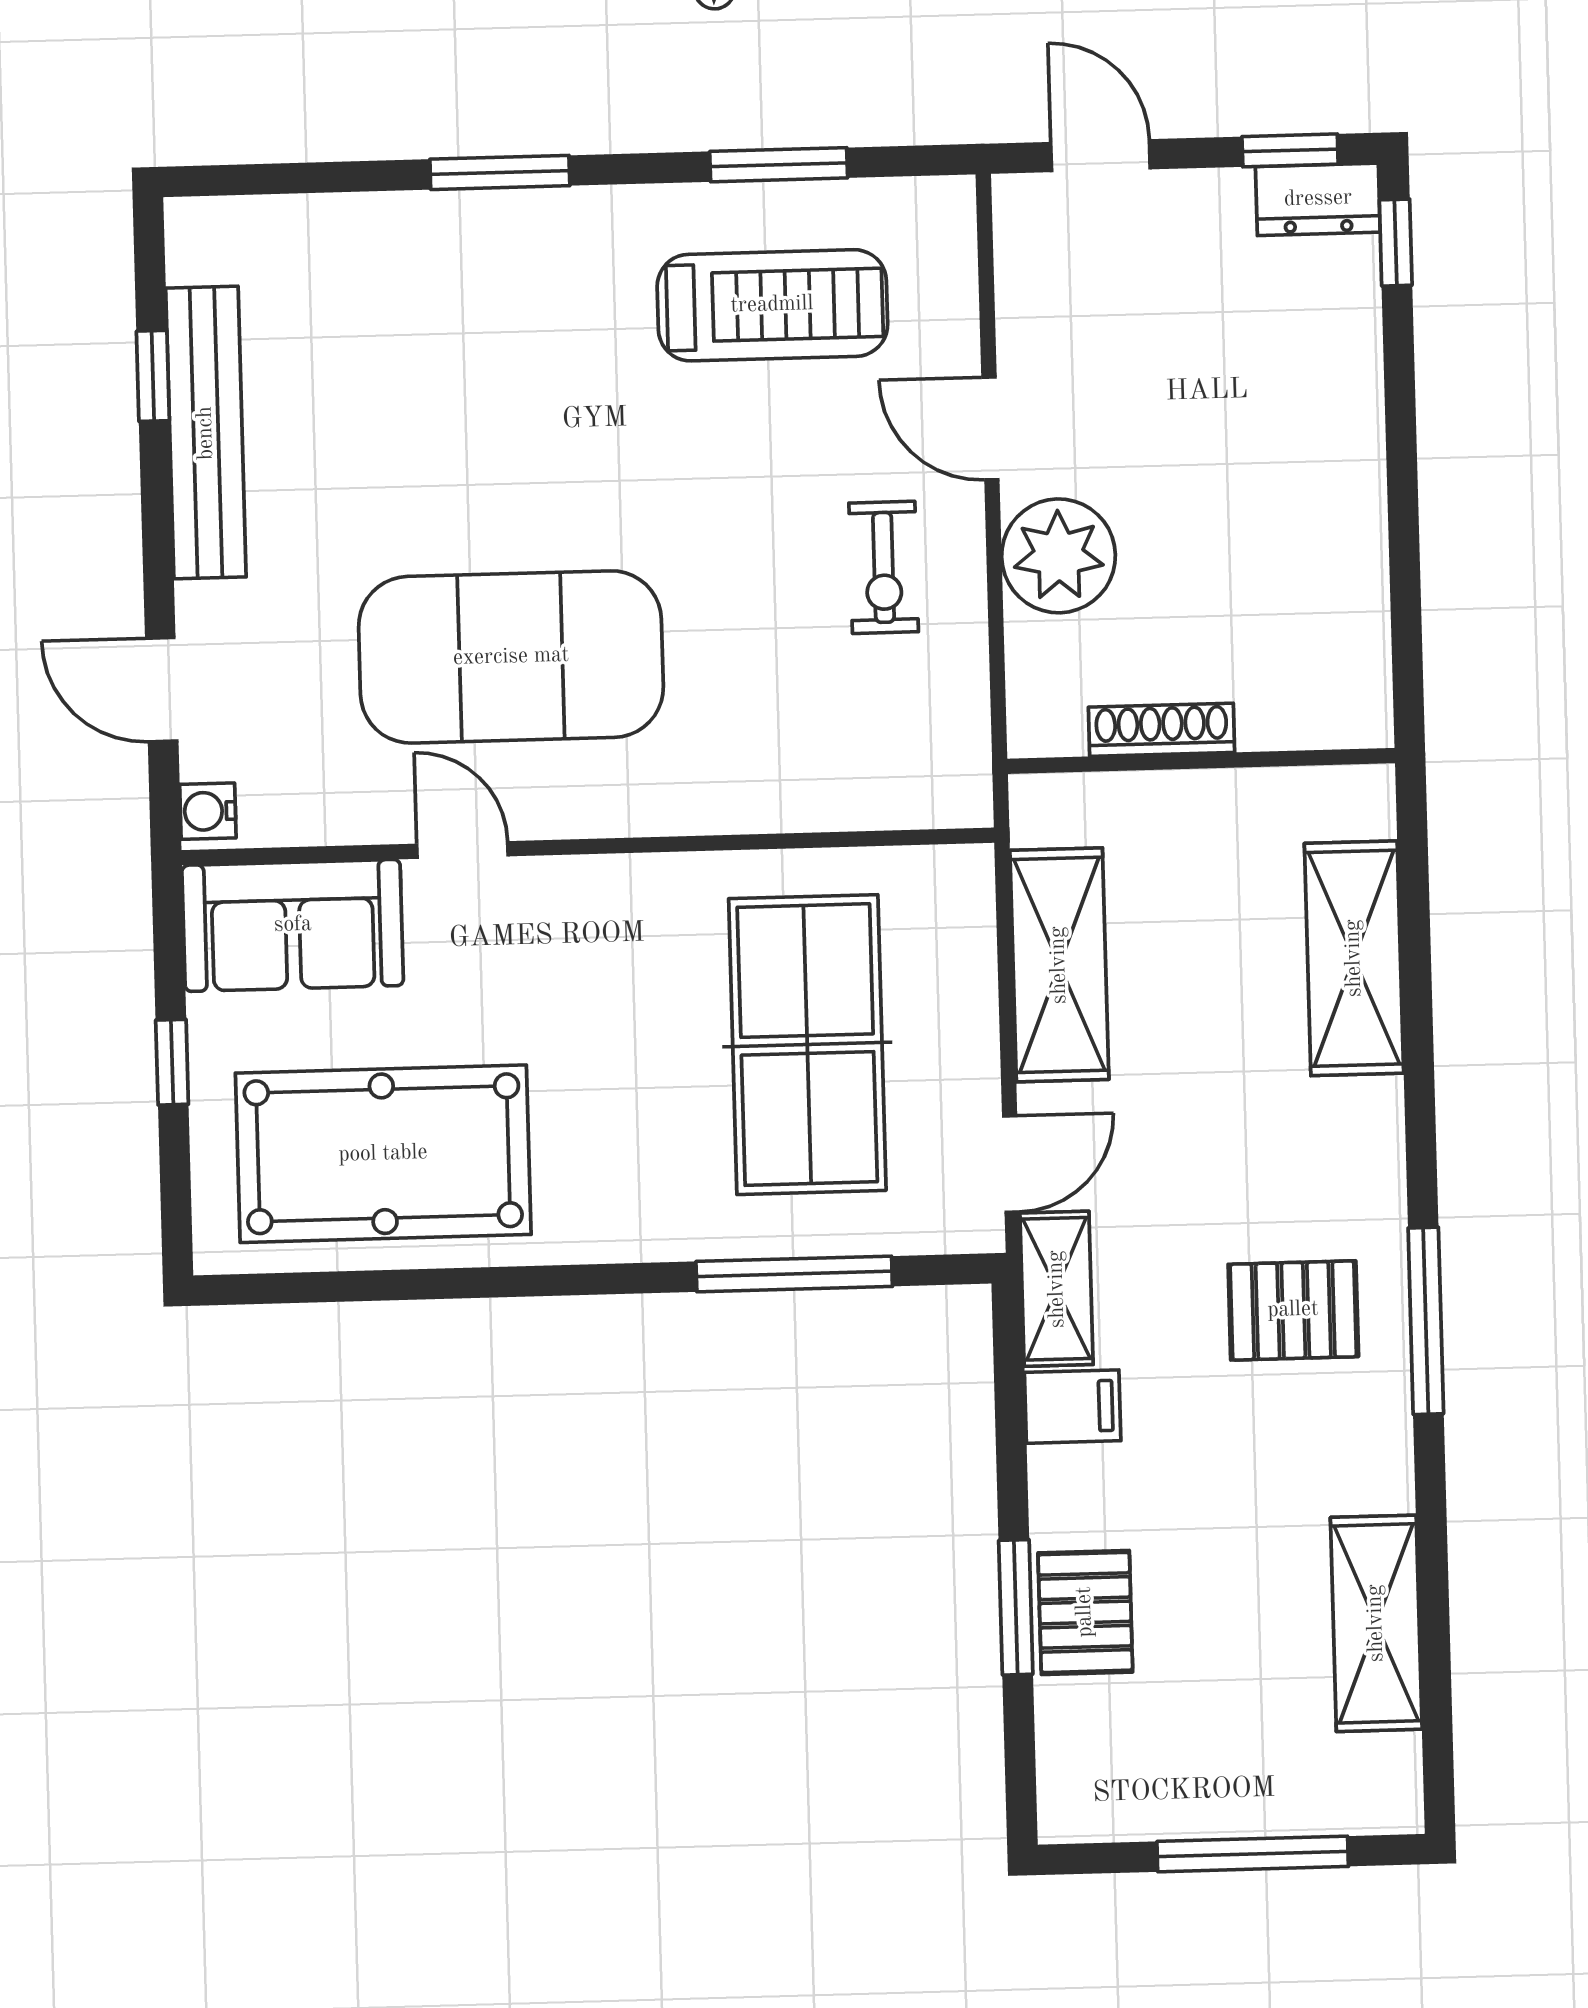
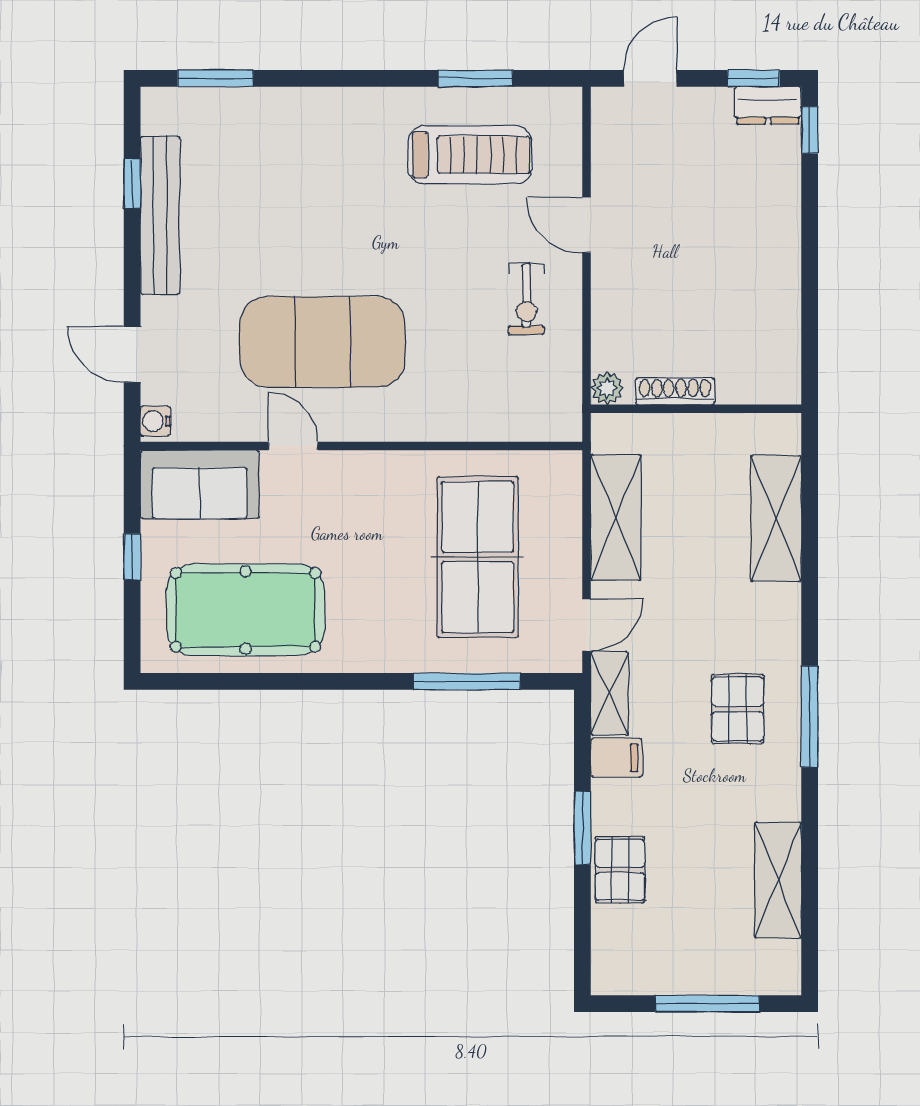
door: (1100, 156) -> (650, 78), hinge flipped
window: (500, 172) -> (215, 78), moved
plant: (1059, 556) -> (607, 388), moved, width x0.53, depth x0.53
pallet: (1293, 1310) -> (738, 709), turned 90
window: (1016, 1607) -> (582, 828), moved

